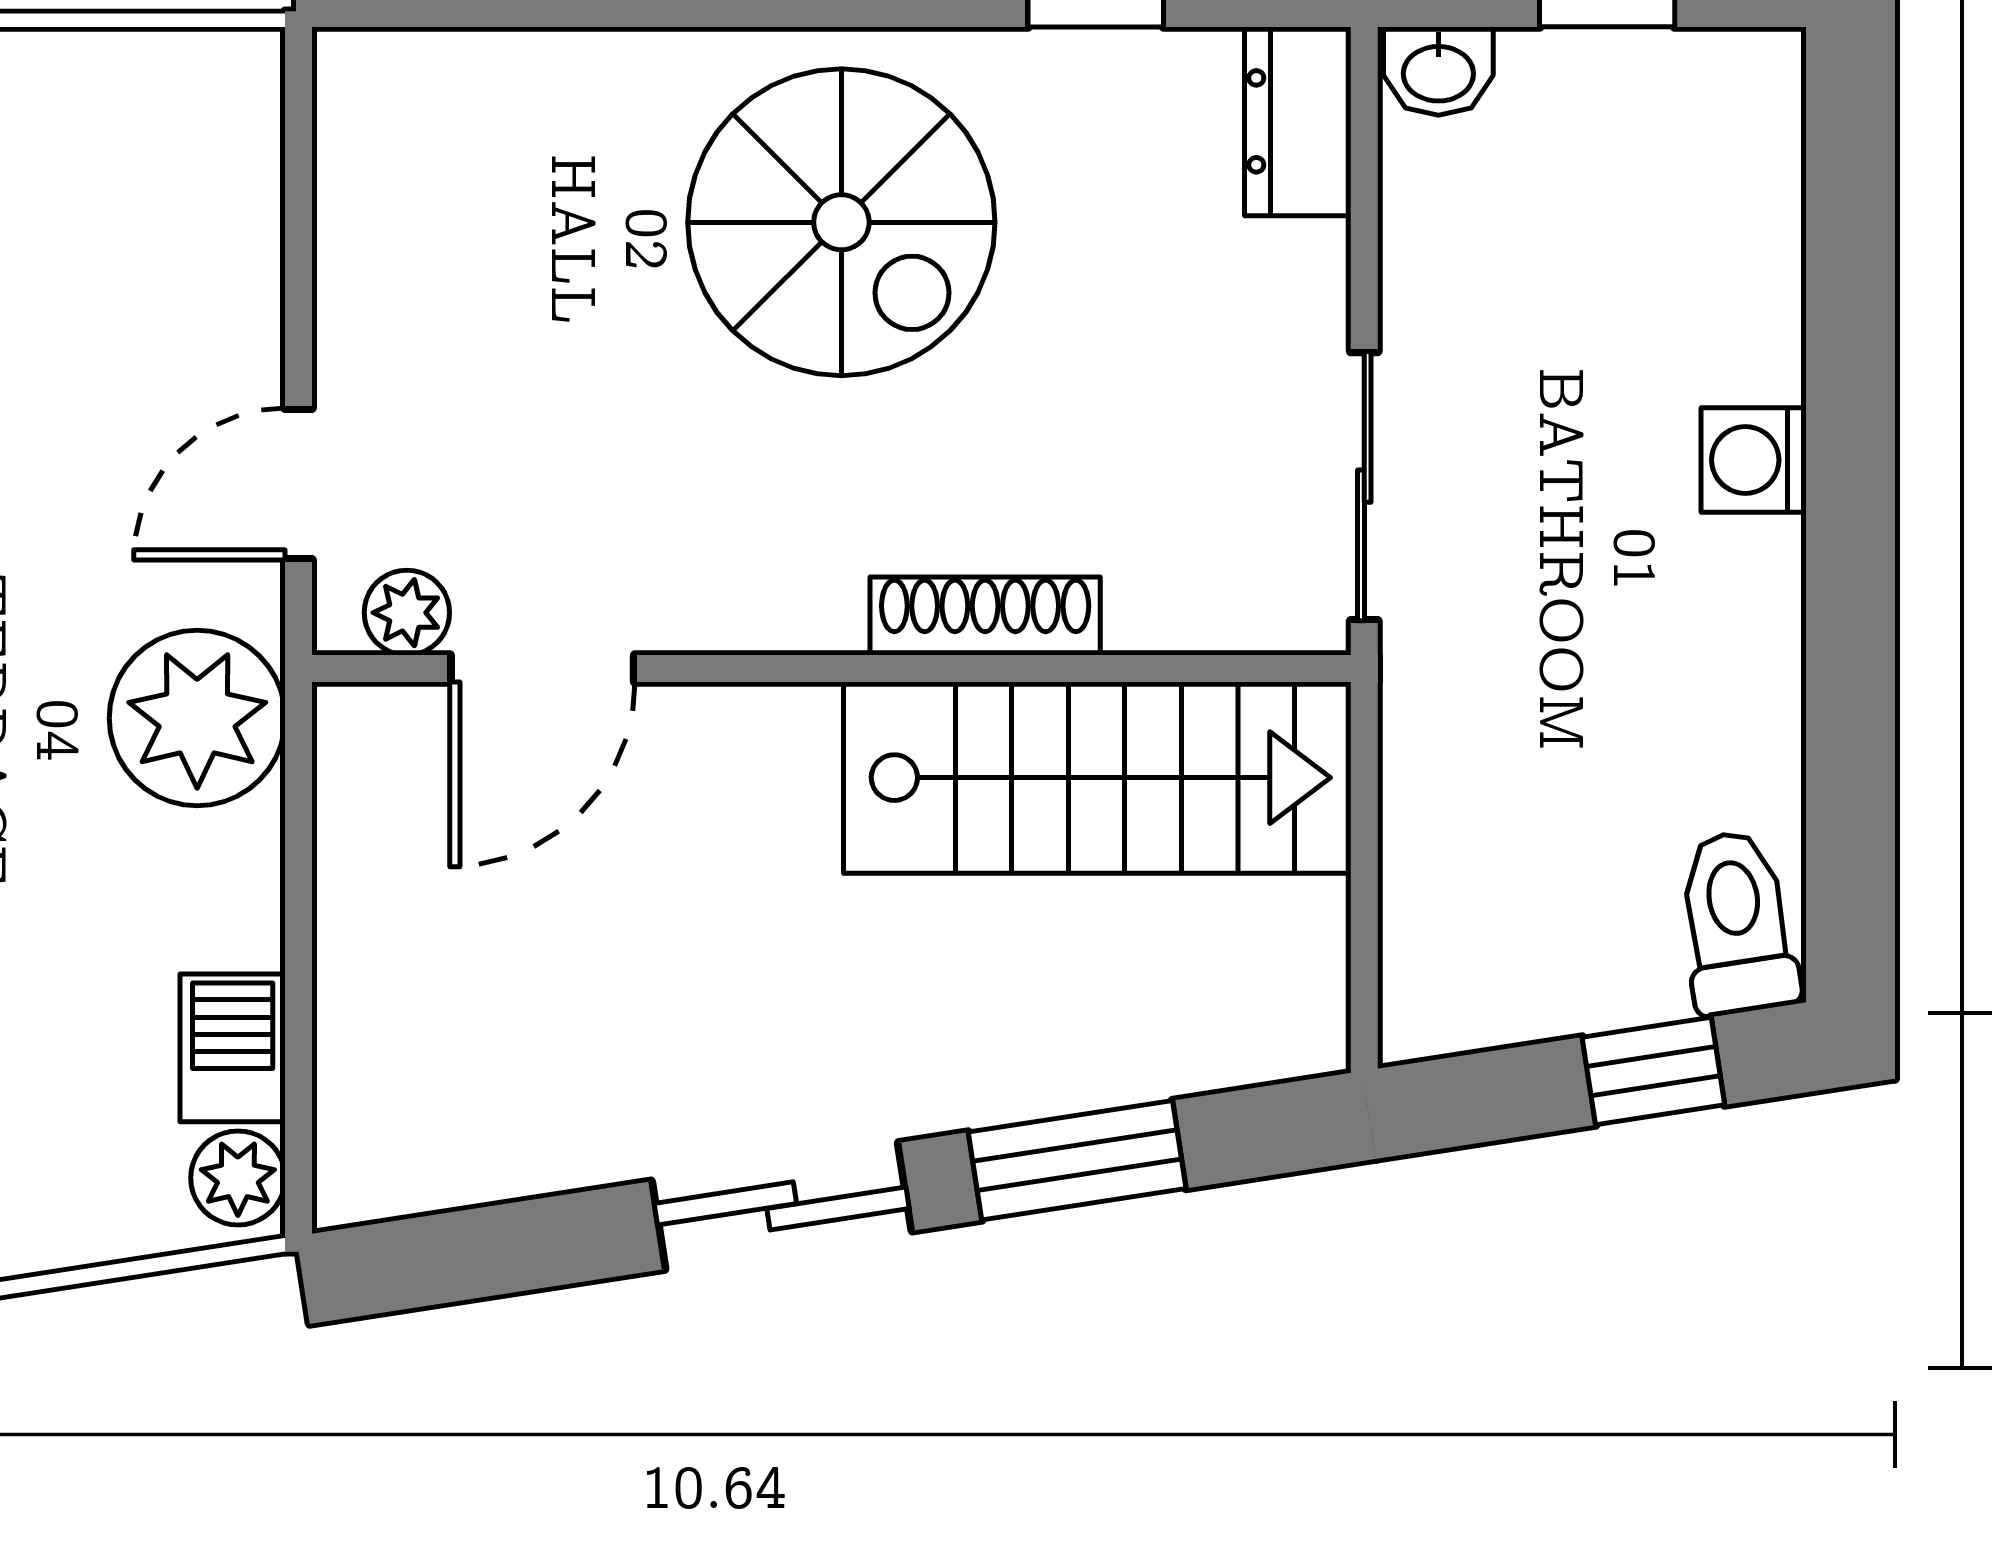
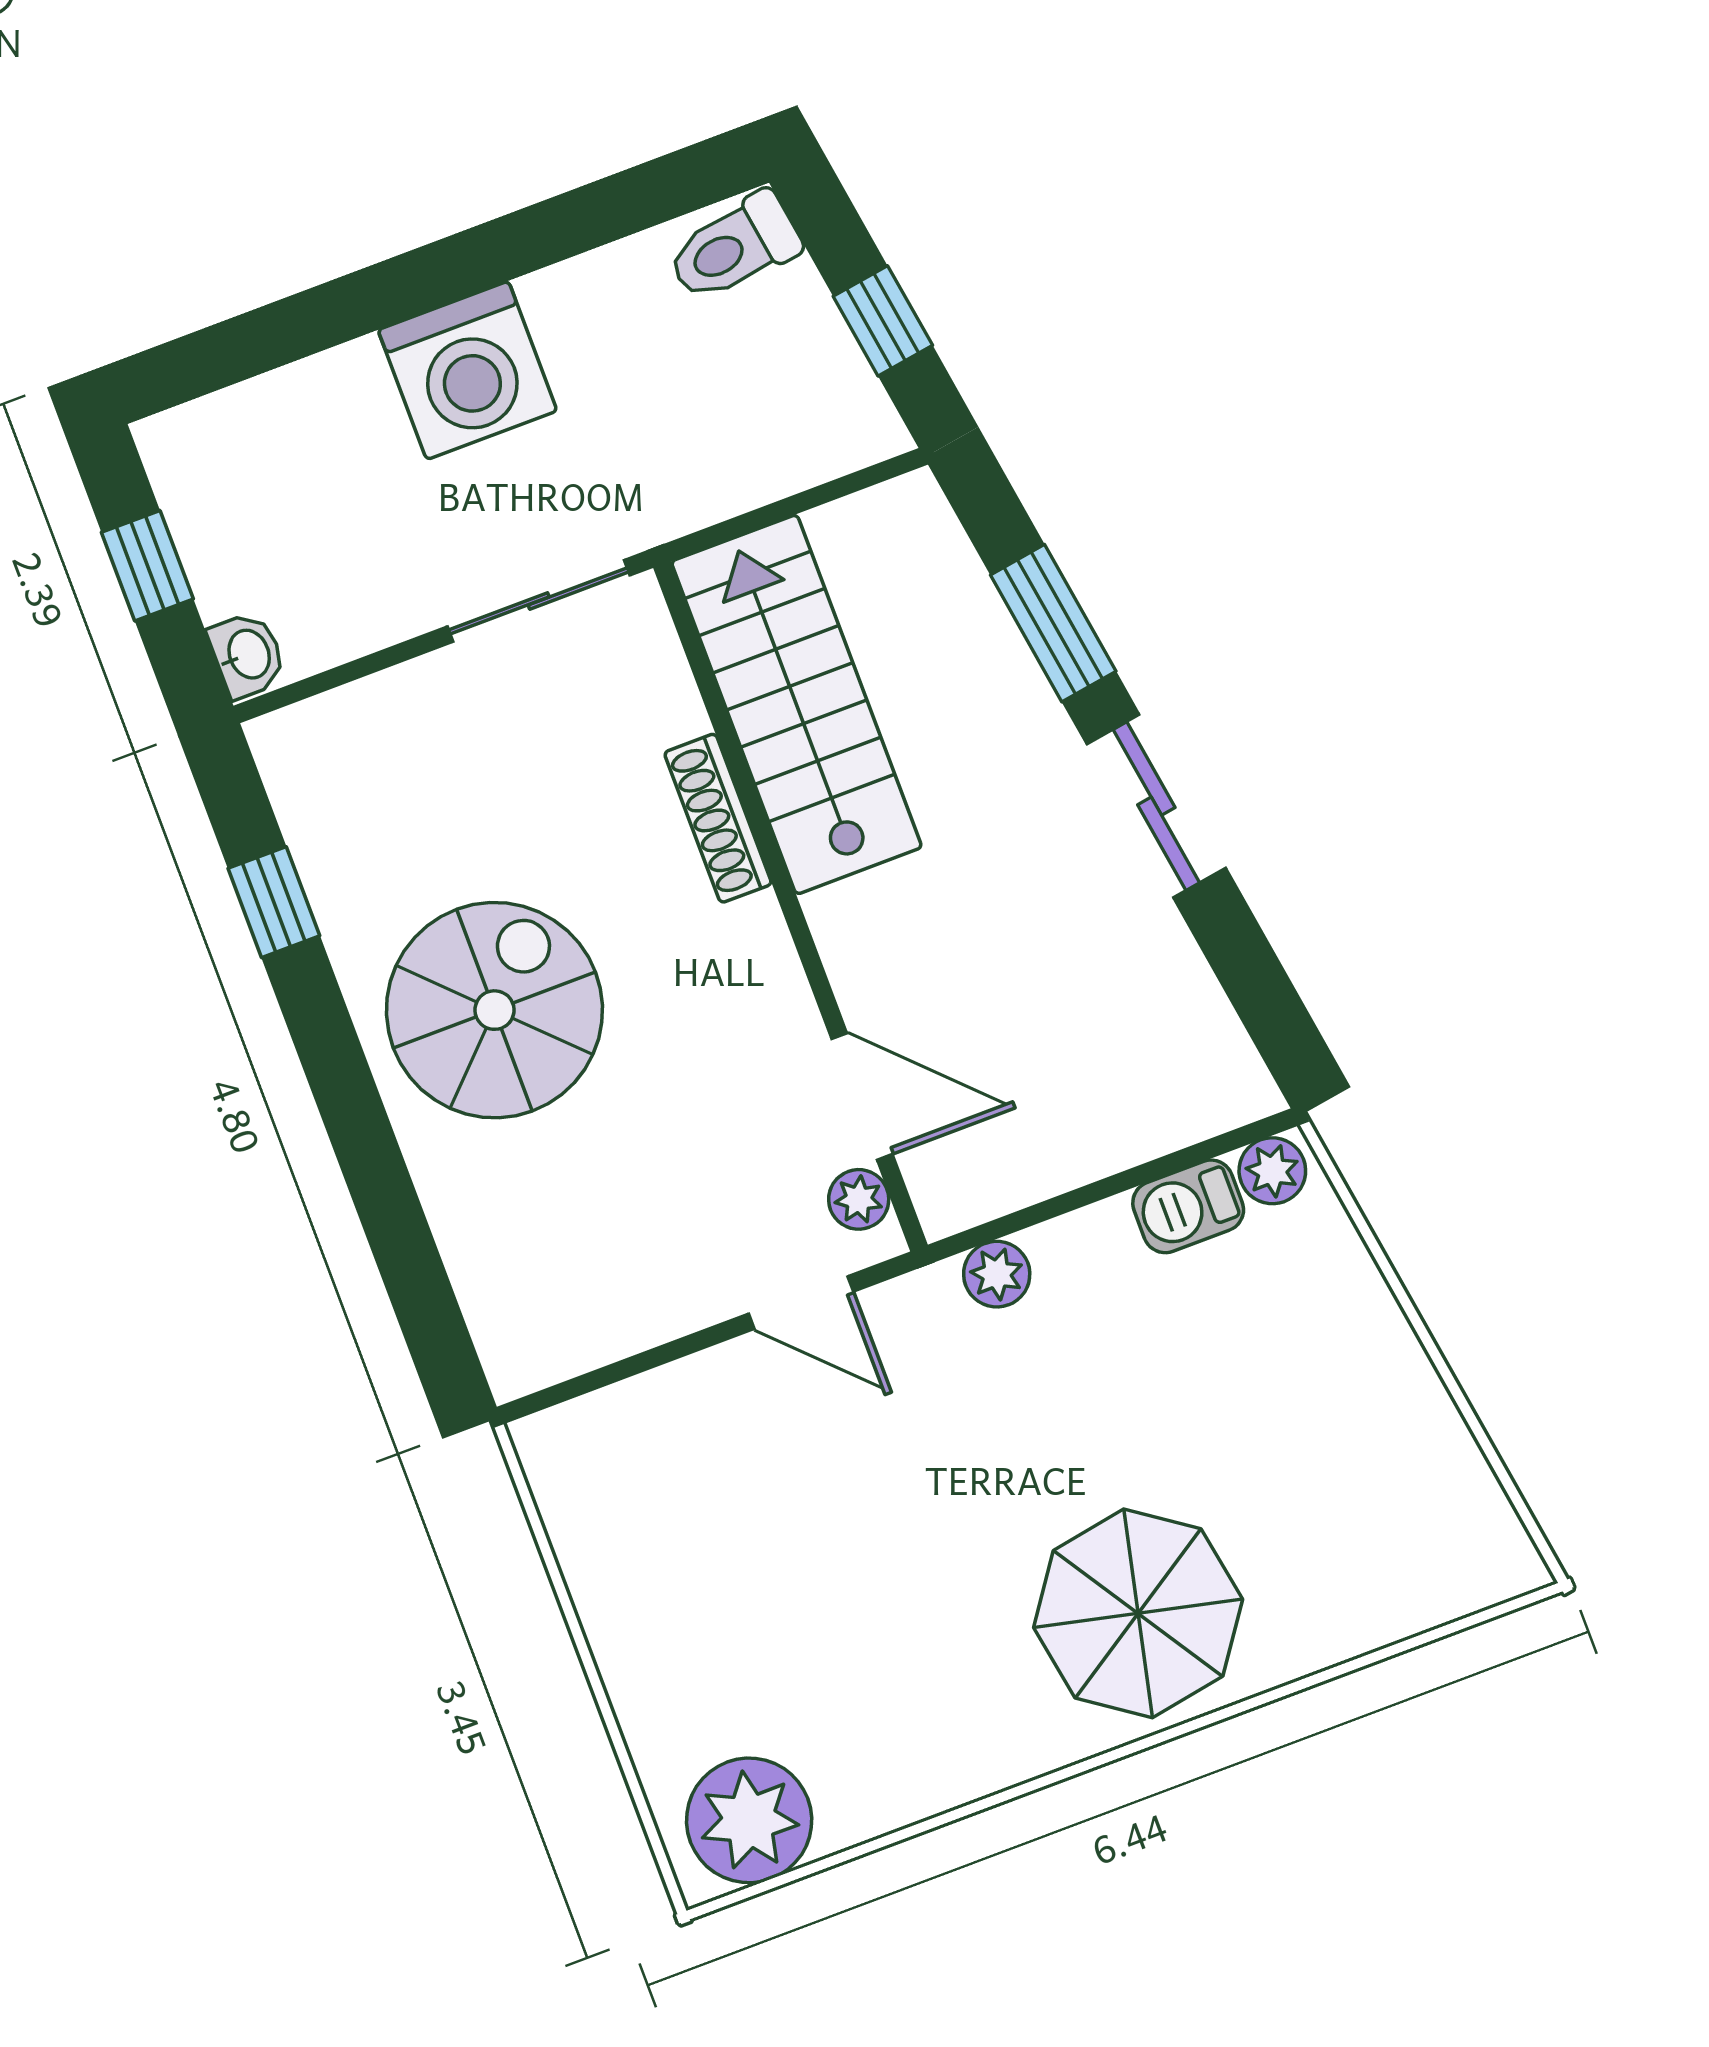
dresser: (1298, 121) -> (315, 735), removed
washing machine: (1754, 460) -> (467, 370), width x1.89, depth x1.89
plant: (197, 718) -> (997, 1274), width x0.53, depth x0.53
window: (1653, 1071) -> (883, 321), moved

